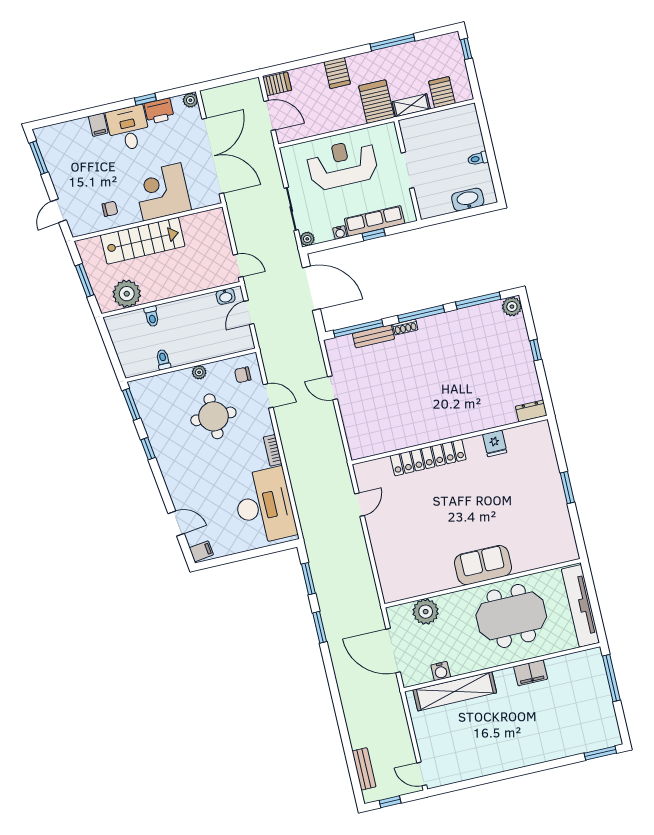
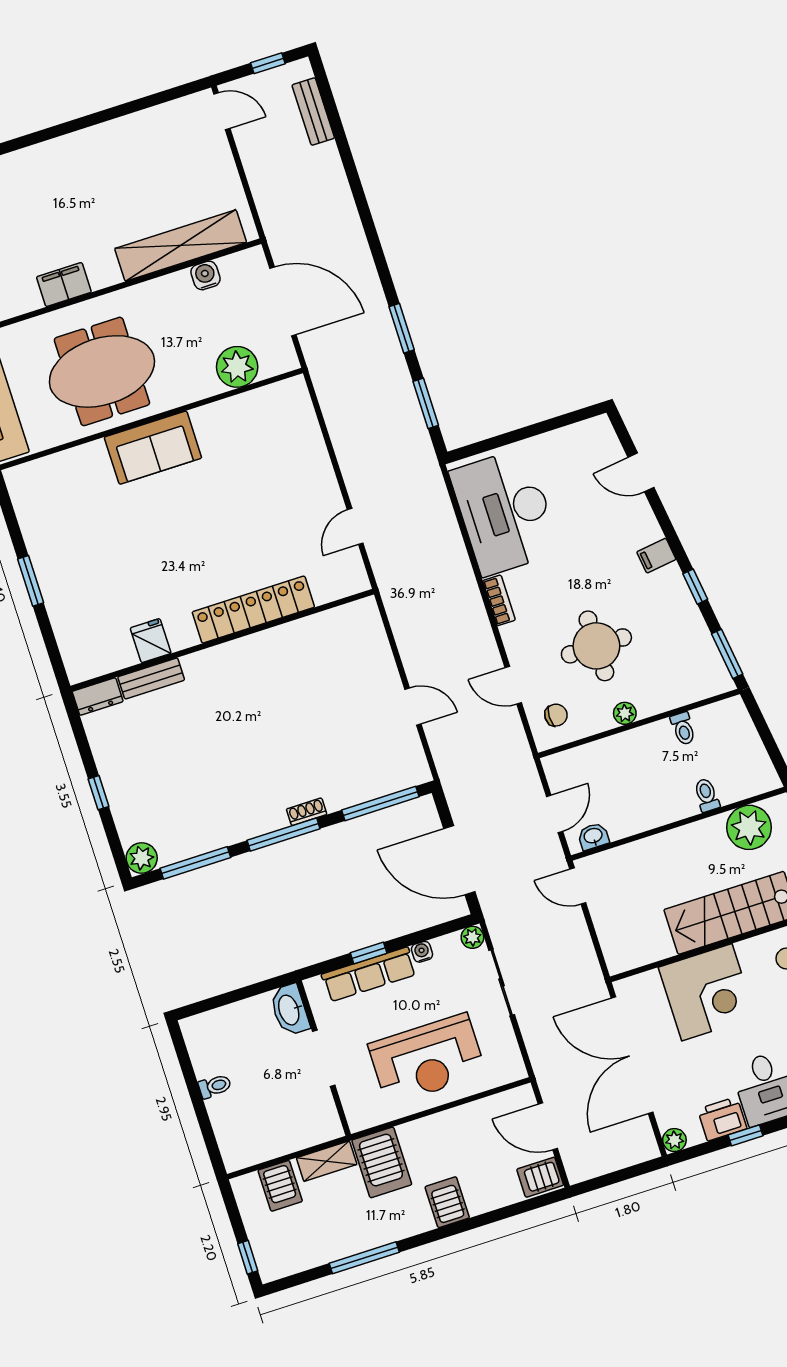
washbasin: (468, 199) -> (290, 1010), moved, turned 90
bench: (373, 336) -> (151, 678), moved
filing cabinet: (201, 551) -> (656, 556), moved

